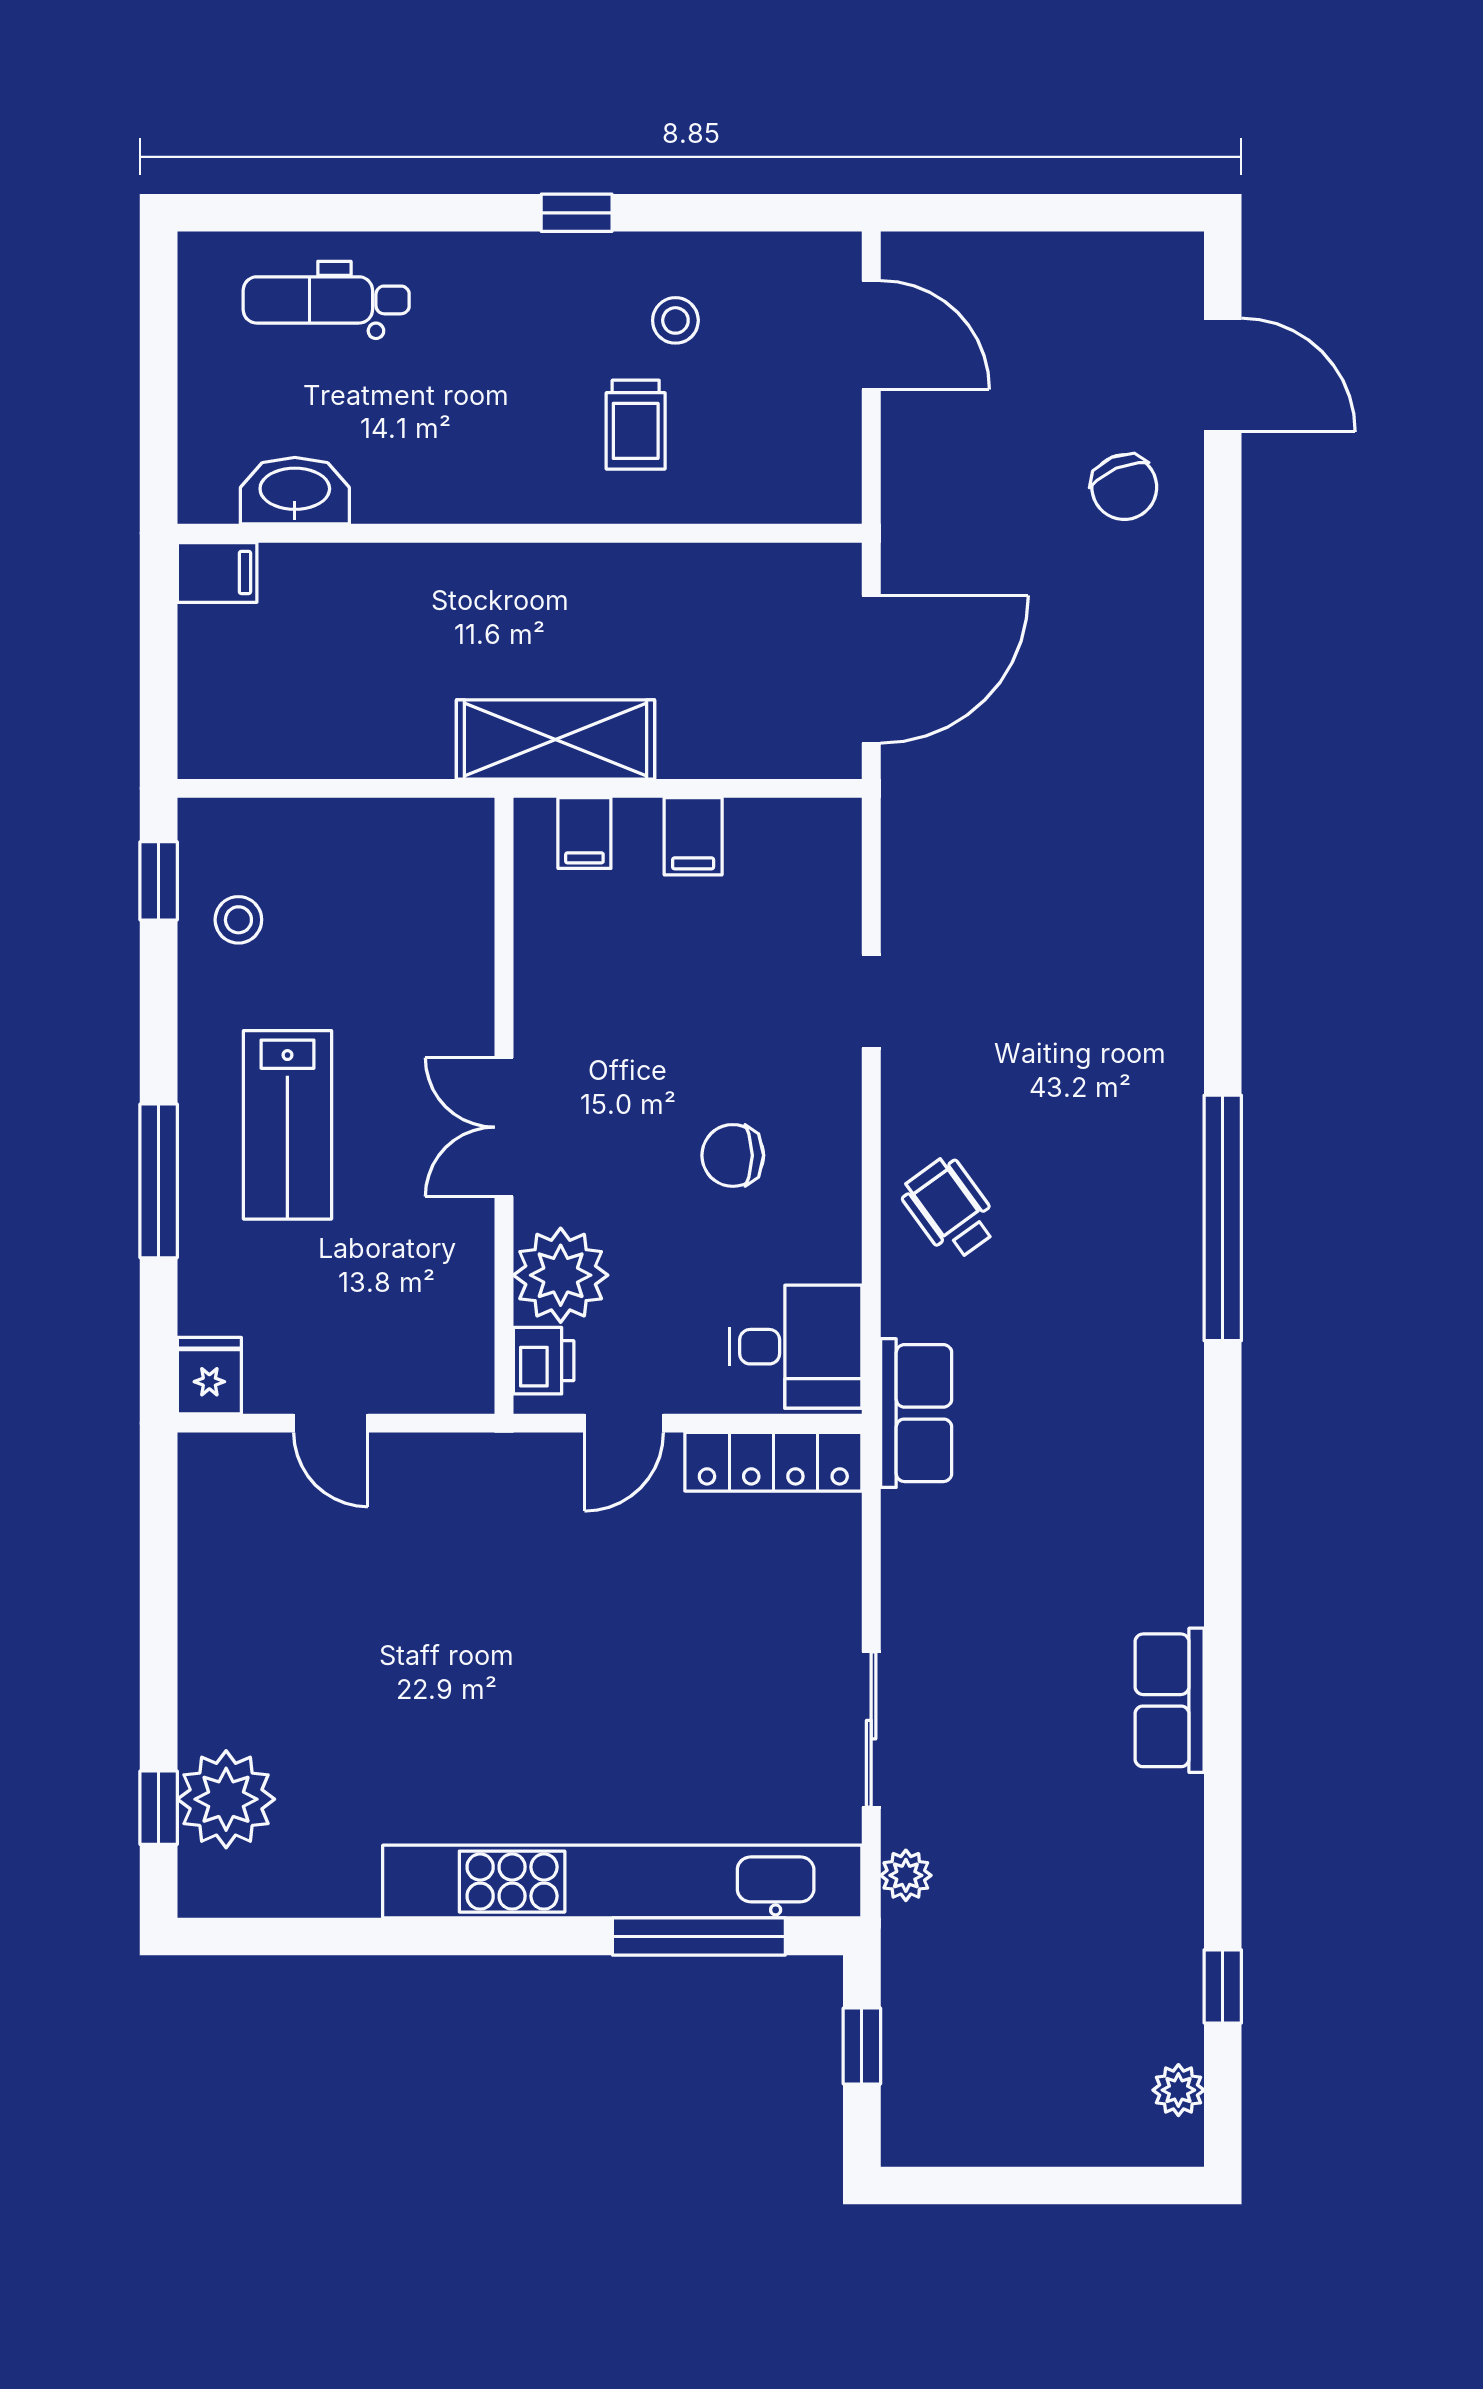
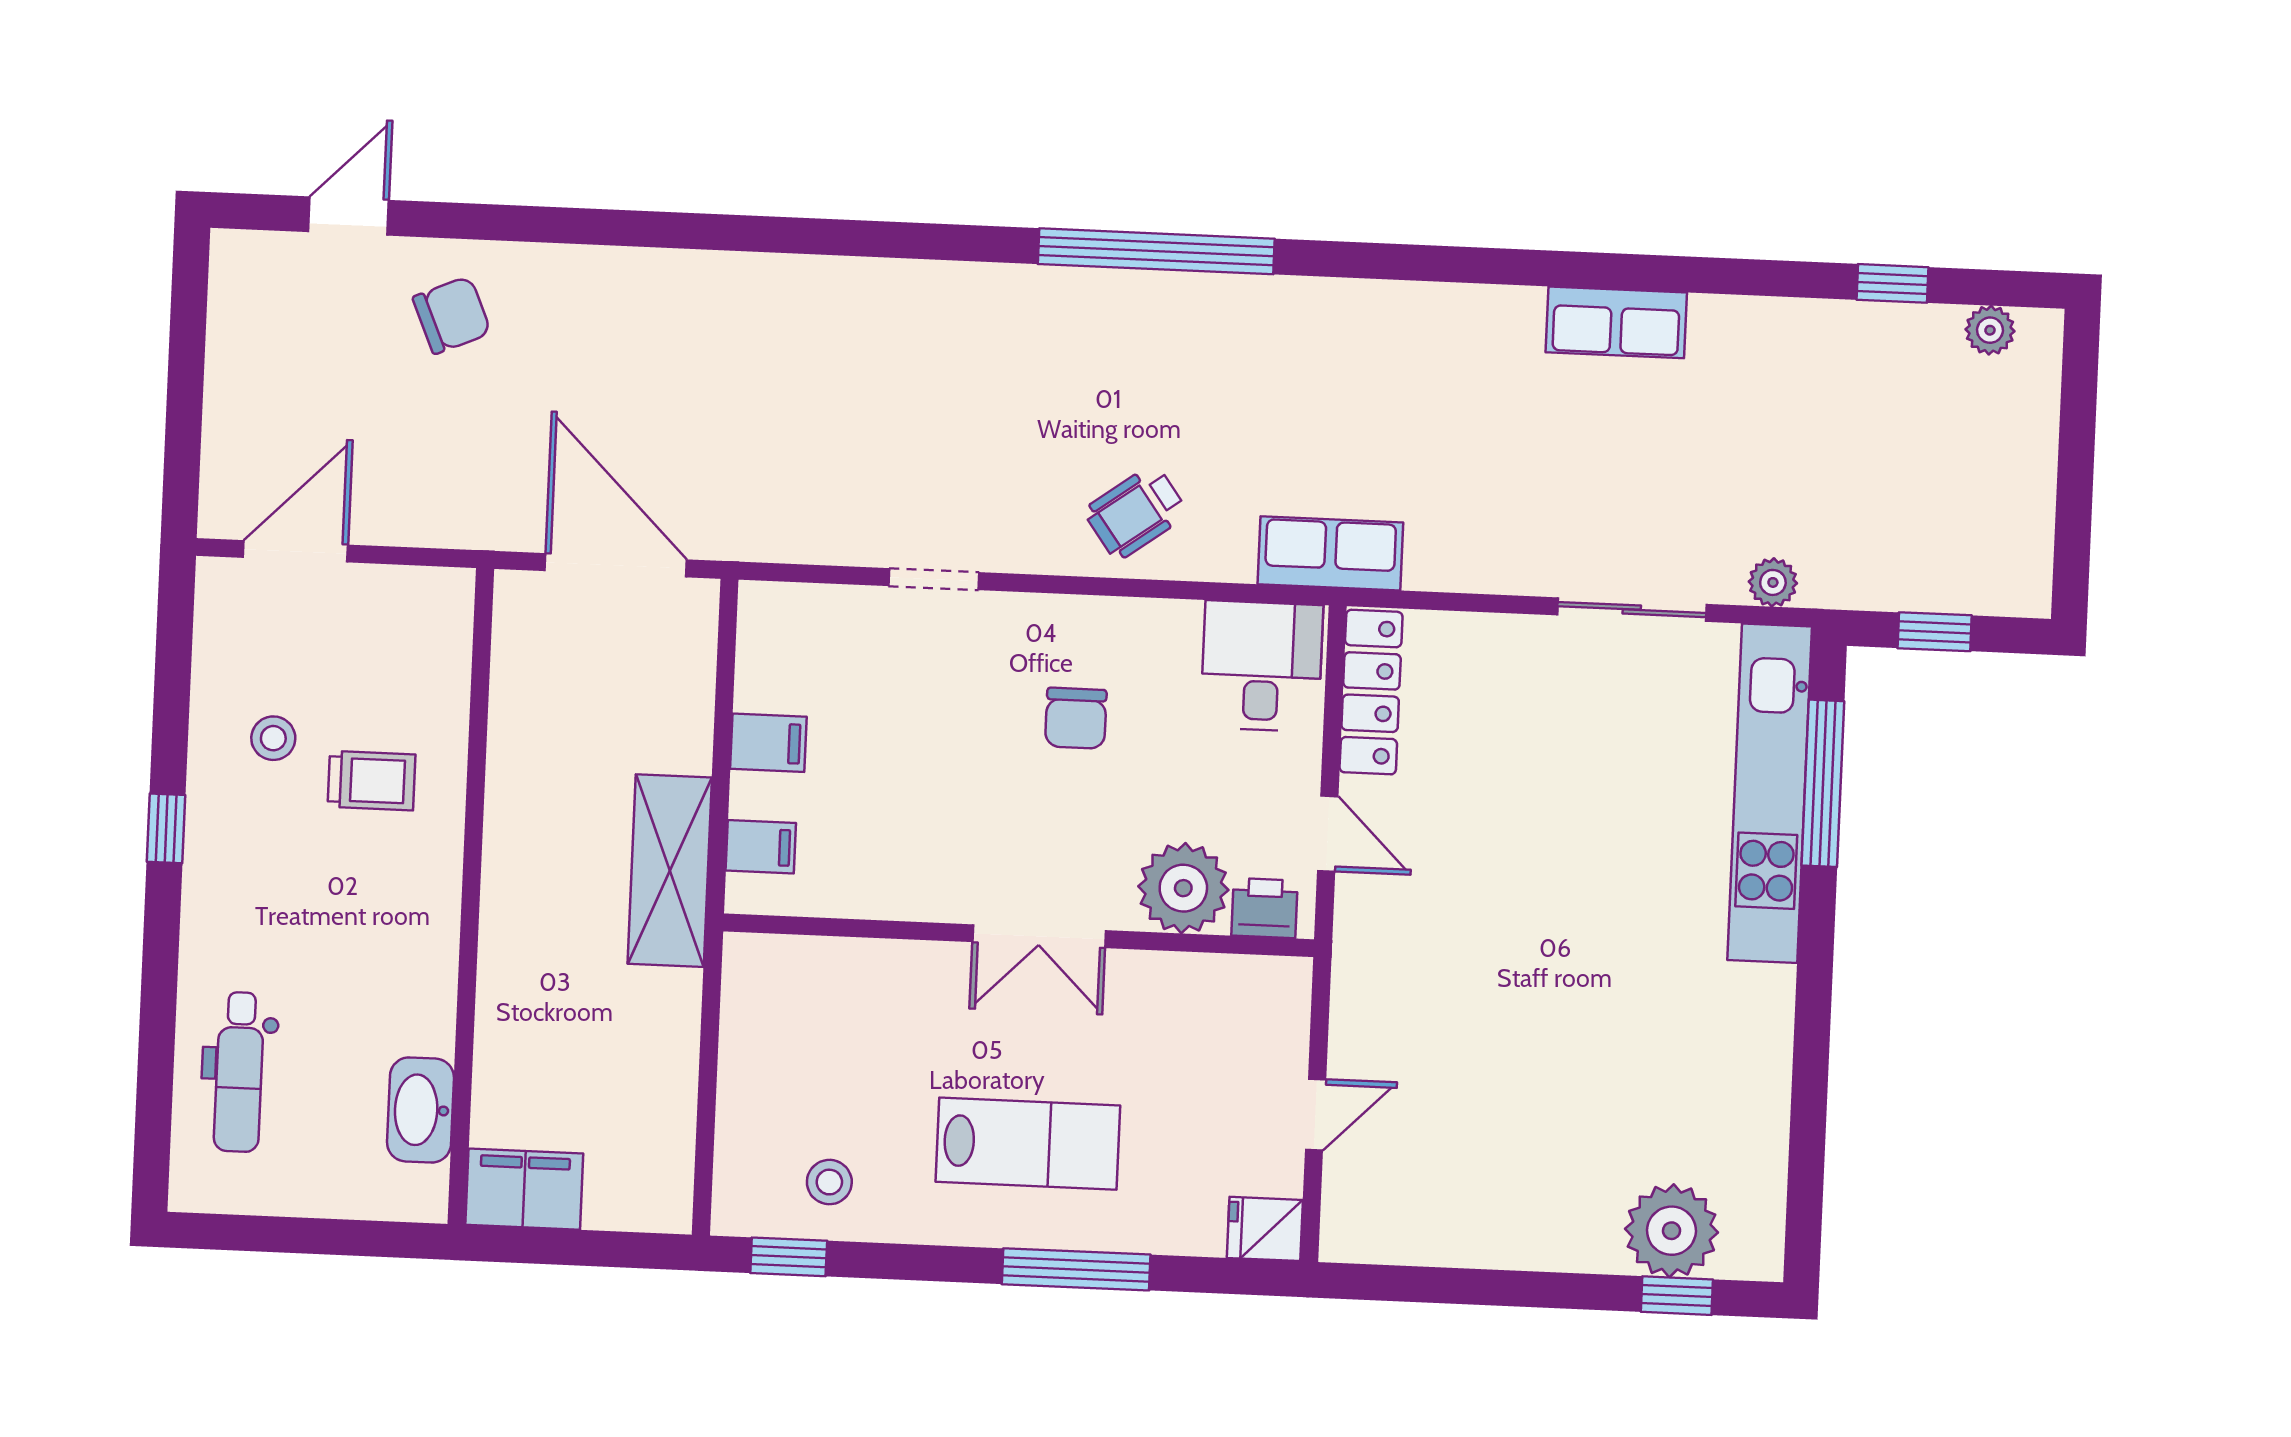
door: (1223, 375) -> (348, 216), width x0.73
filing cabinet: (217, 572) -> (524, 1189), width x2.00
kitchen unit: (622, 1882) -> (1770, 793), width x0.73

